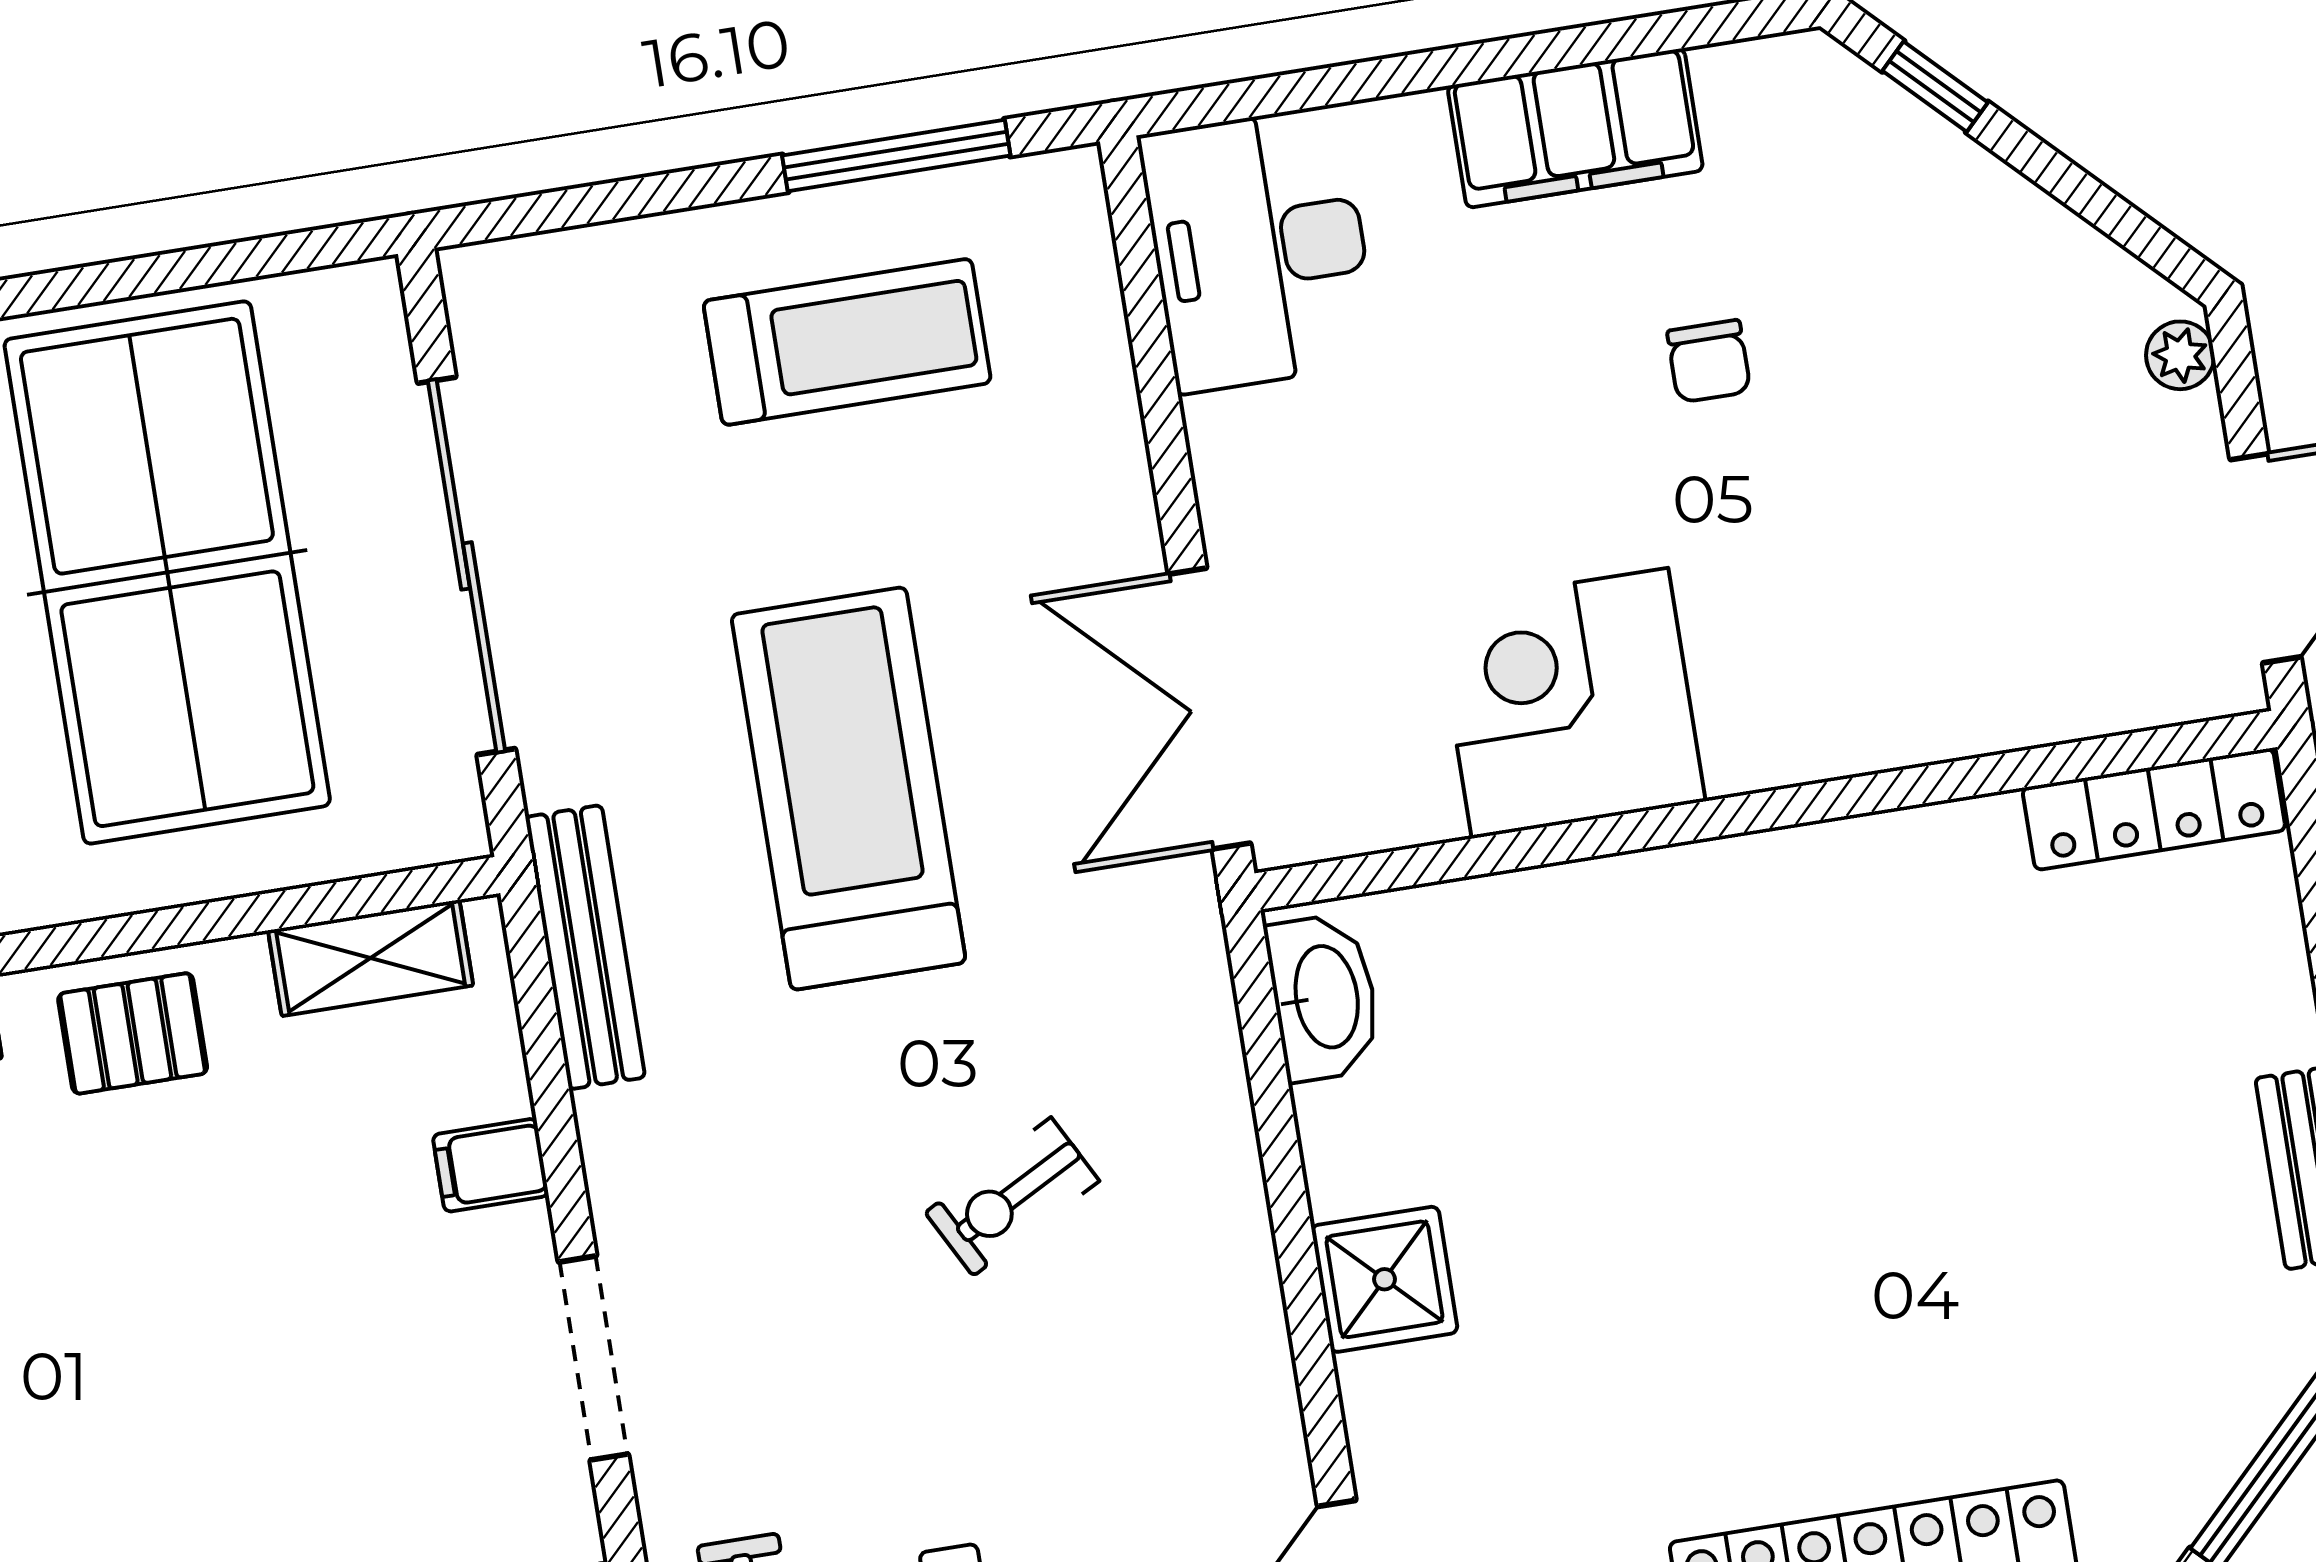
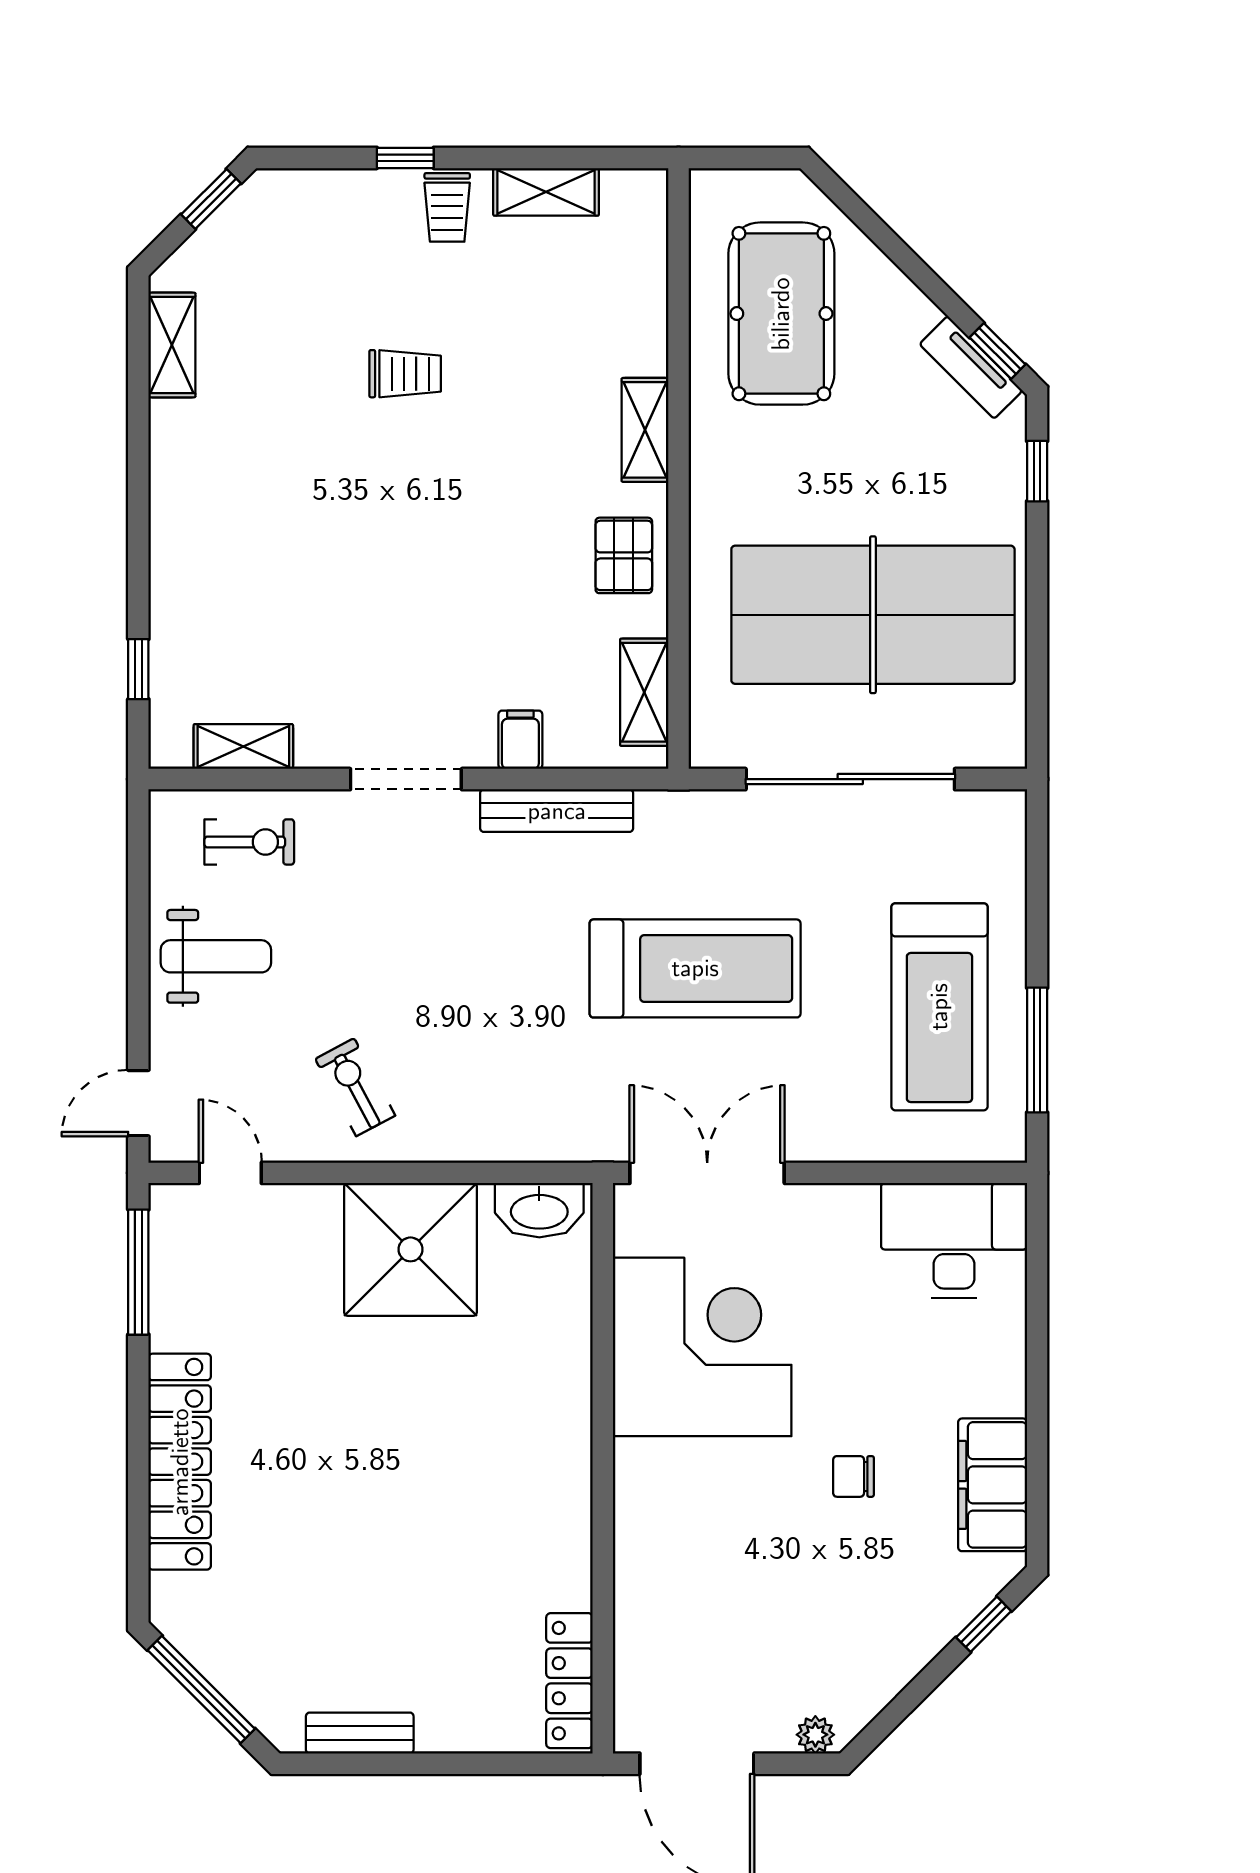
filing cabinet: (1575, 128) -> (993, 1485), moved
treadmill: (847, 342) -> (939, 1007), width x1.37, depth x1.38
corner desk: (1570, 703) -> (702, 1347), width x1.36, depth x1.36
bench: (585, 947) -> (557, 811), moved
exercise bike: (1012, 1197) -> (355, 1087), moved
shower: (1384, 1279) -> (410, 1249), width x1.86, depth x1.86

